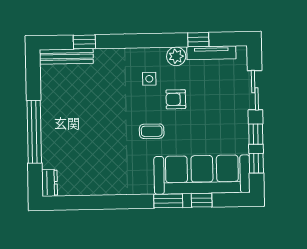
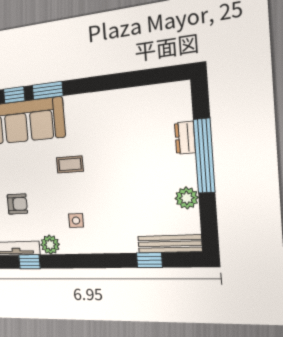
plant: (50, 96) -> (187, 198), added
armchair: (176, 99) -> (17, 204), moved
dresser: (50, 183) -> (185, 138), moved

